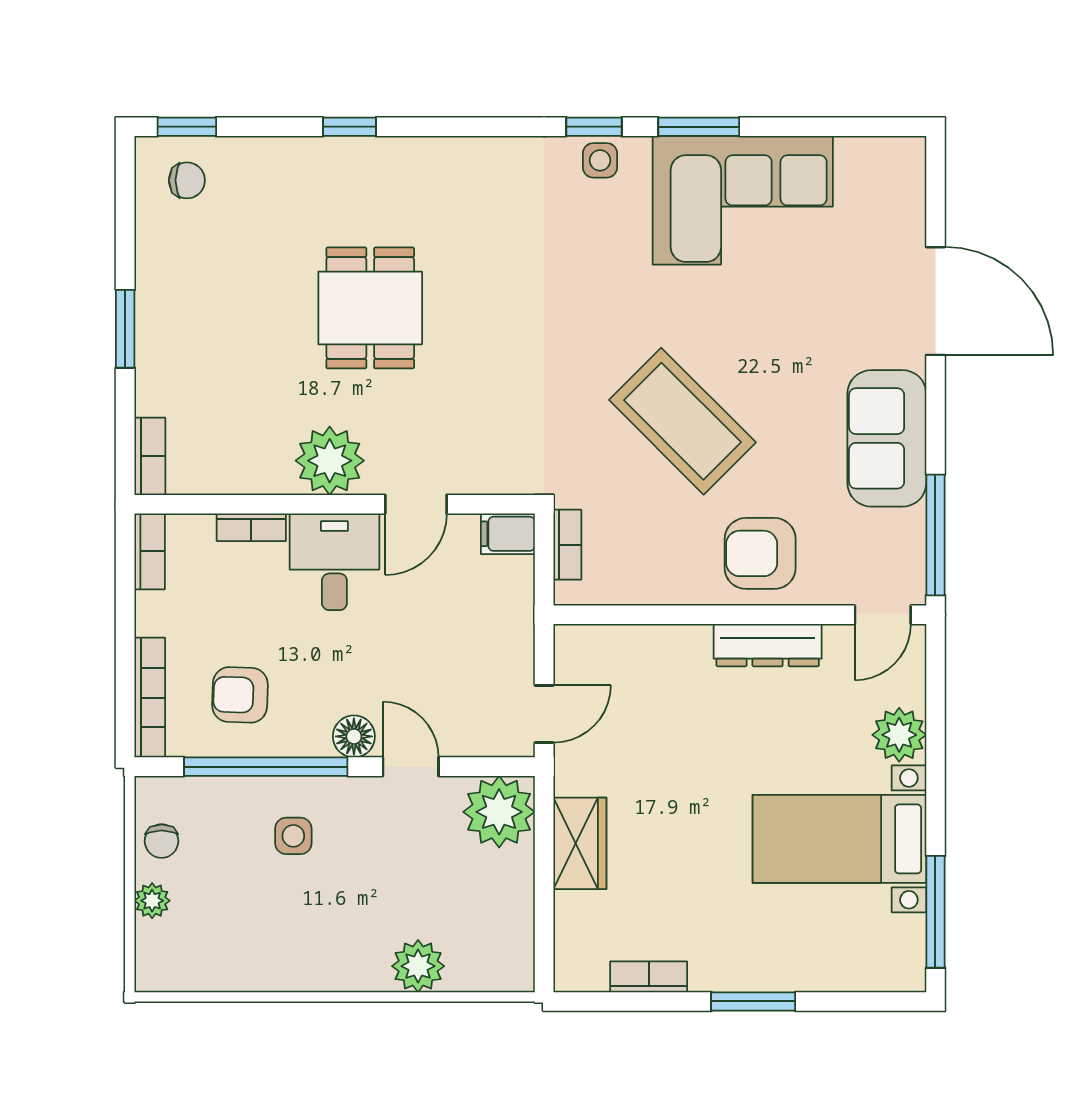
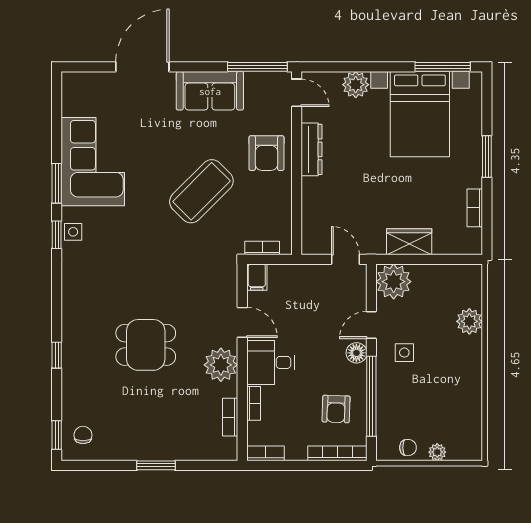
bookcase: (150, 456) -> (230, 417), moved, turned -90
side table: (293, 836) -> (404, 353), moved
bed with nightstands: (839, 839) -> (420, 114), width x1.36

